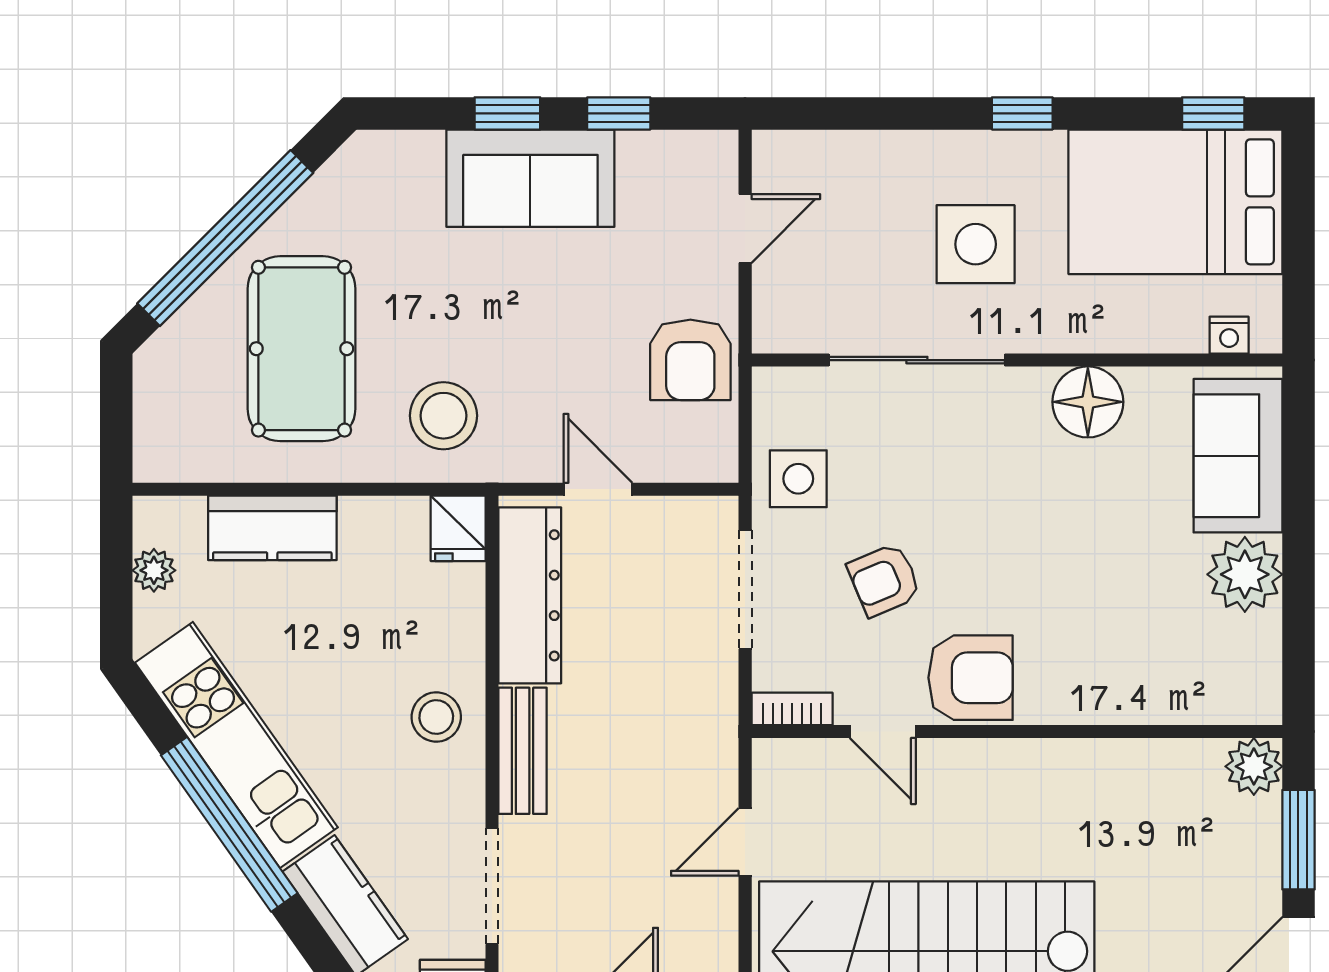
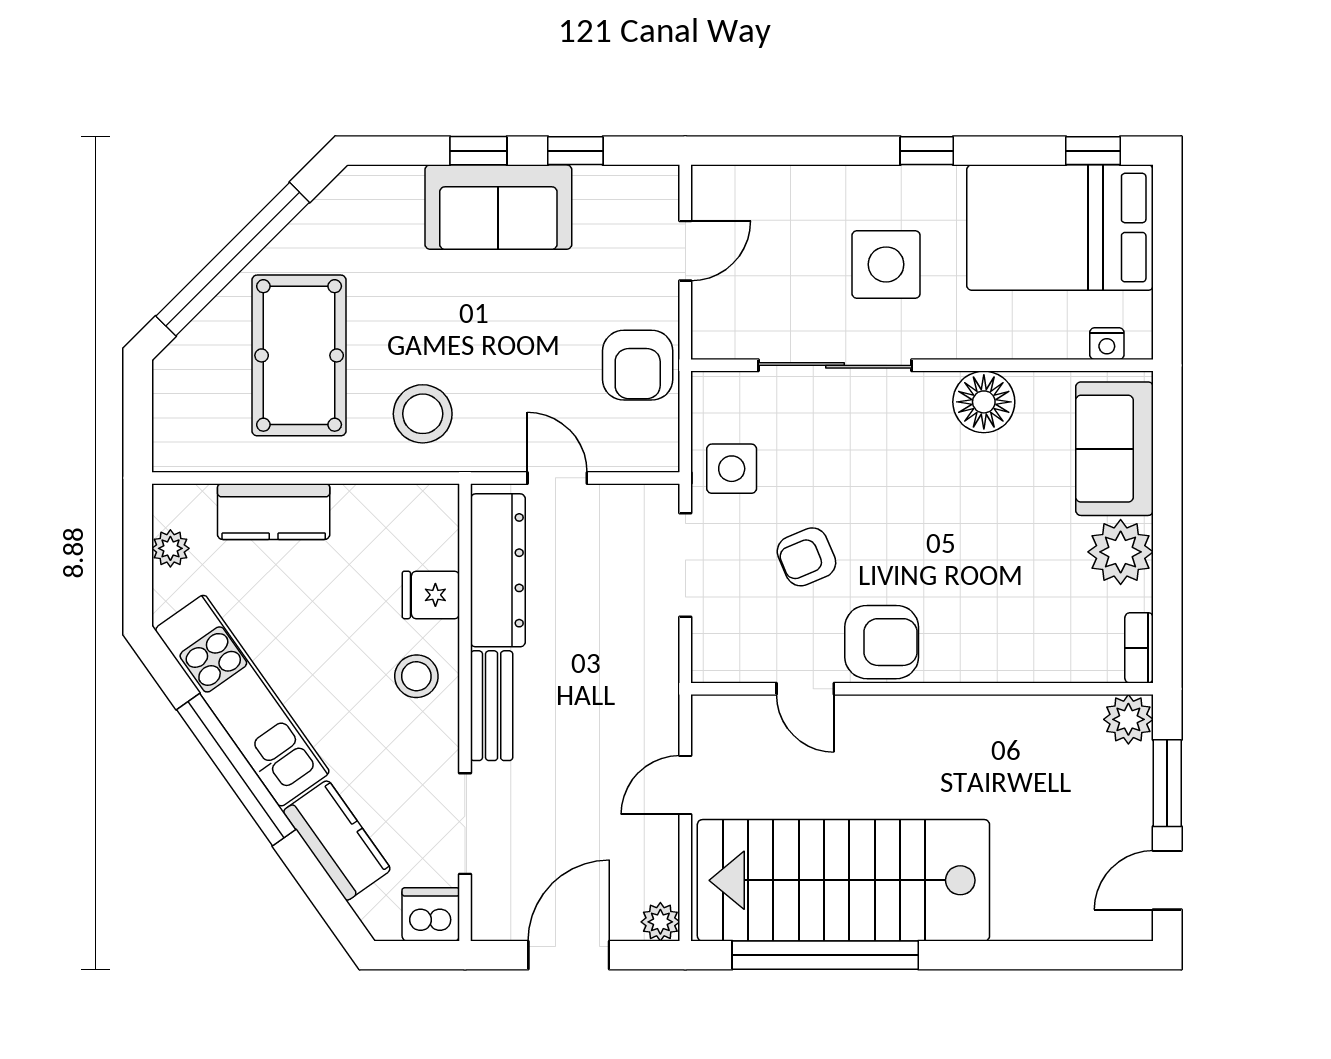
fridge: (458, 528) -> (431, 595), moved, turned 90
bookcase: (792, 709) -> (1139, 648), moved, turned -90

